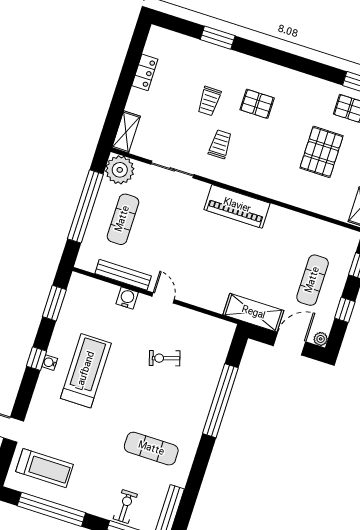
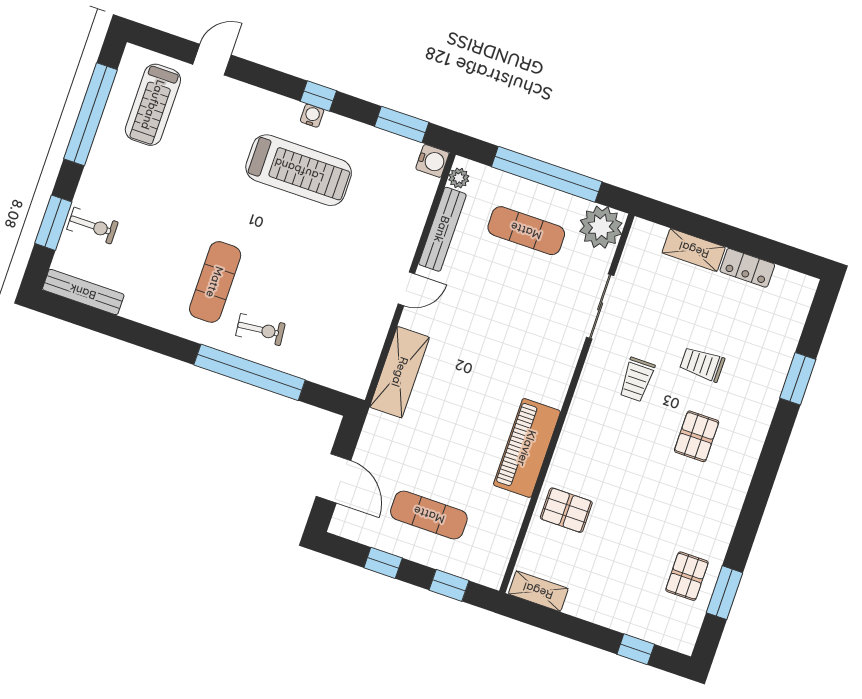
shelving: (126, 132) -> (694, 250), moved
trolley: (220, 144) -> (637, 379), turned 90
pallet: (322, 152) -> (566, 510), moved, width x0.67, depth x0.71
piano: (237, 206) -> (527, 448), moved
water cooler: (127, 298) -> (432, 161), moved
shelving: (253, 313) -> (400, 372), moved
plant: (321, 339) -> (459, 178), moved
exercise bike: (165, 358) -> (260, 330), moved, turned 101
exercise mat: (151, 449) -> (215, 282), moved

